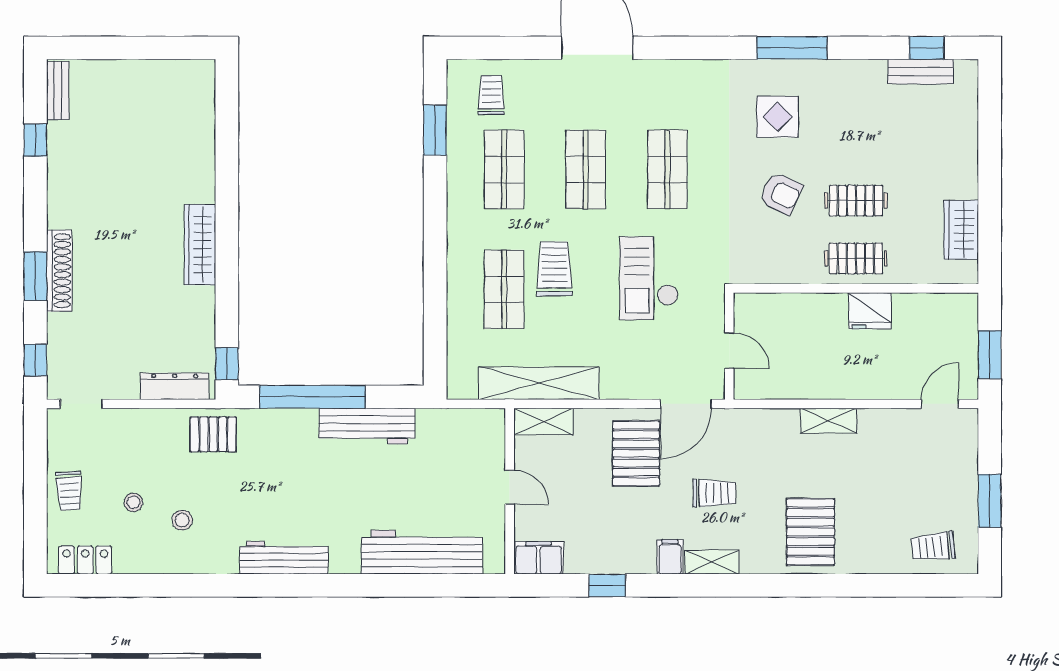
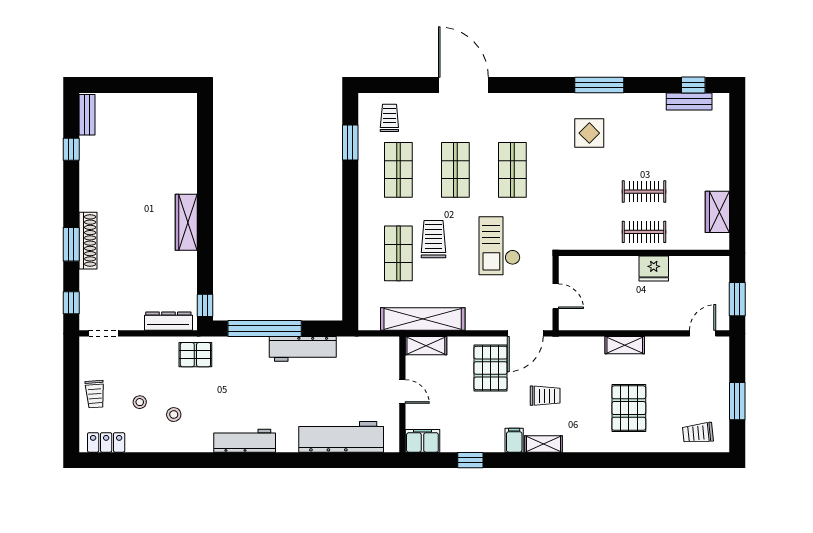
armchair: (781, 193) -> (592, 187), removed
pallet: (811, 532) -> (629, 408), moved

